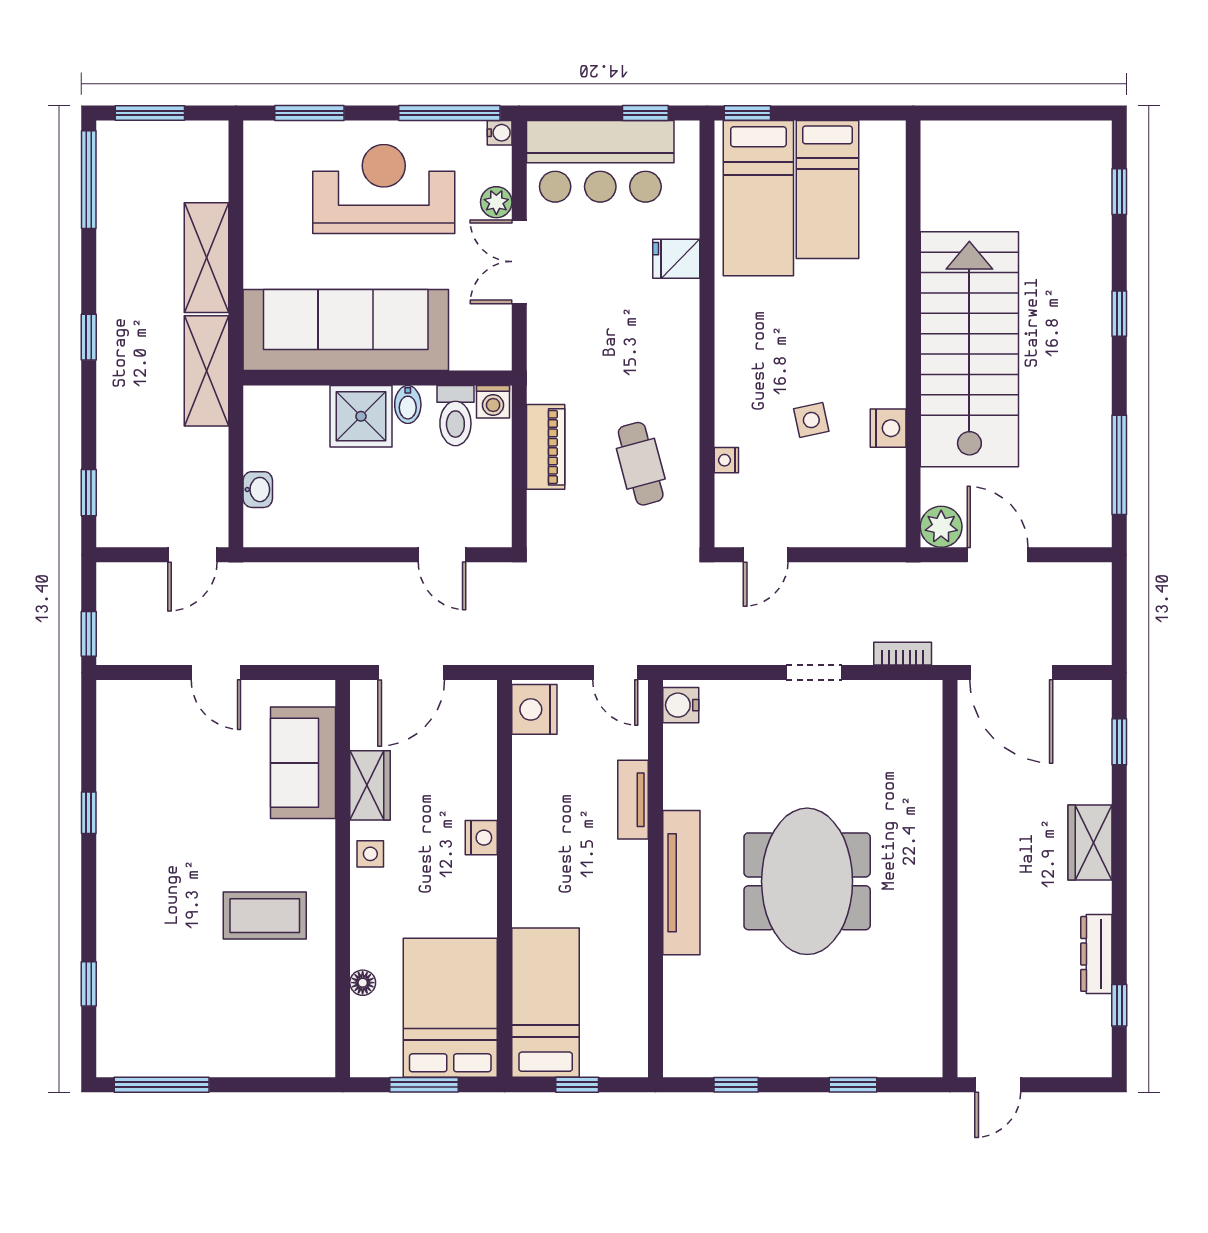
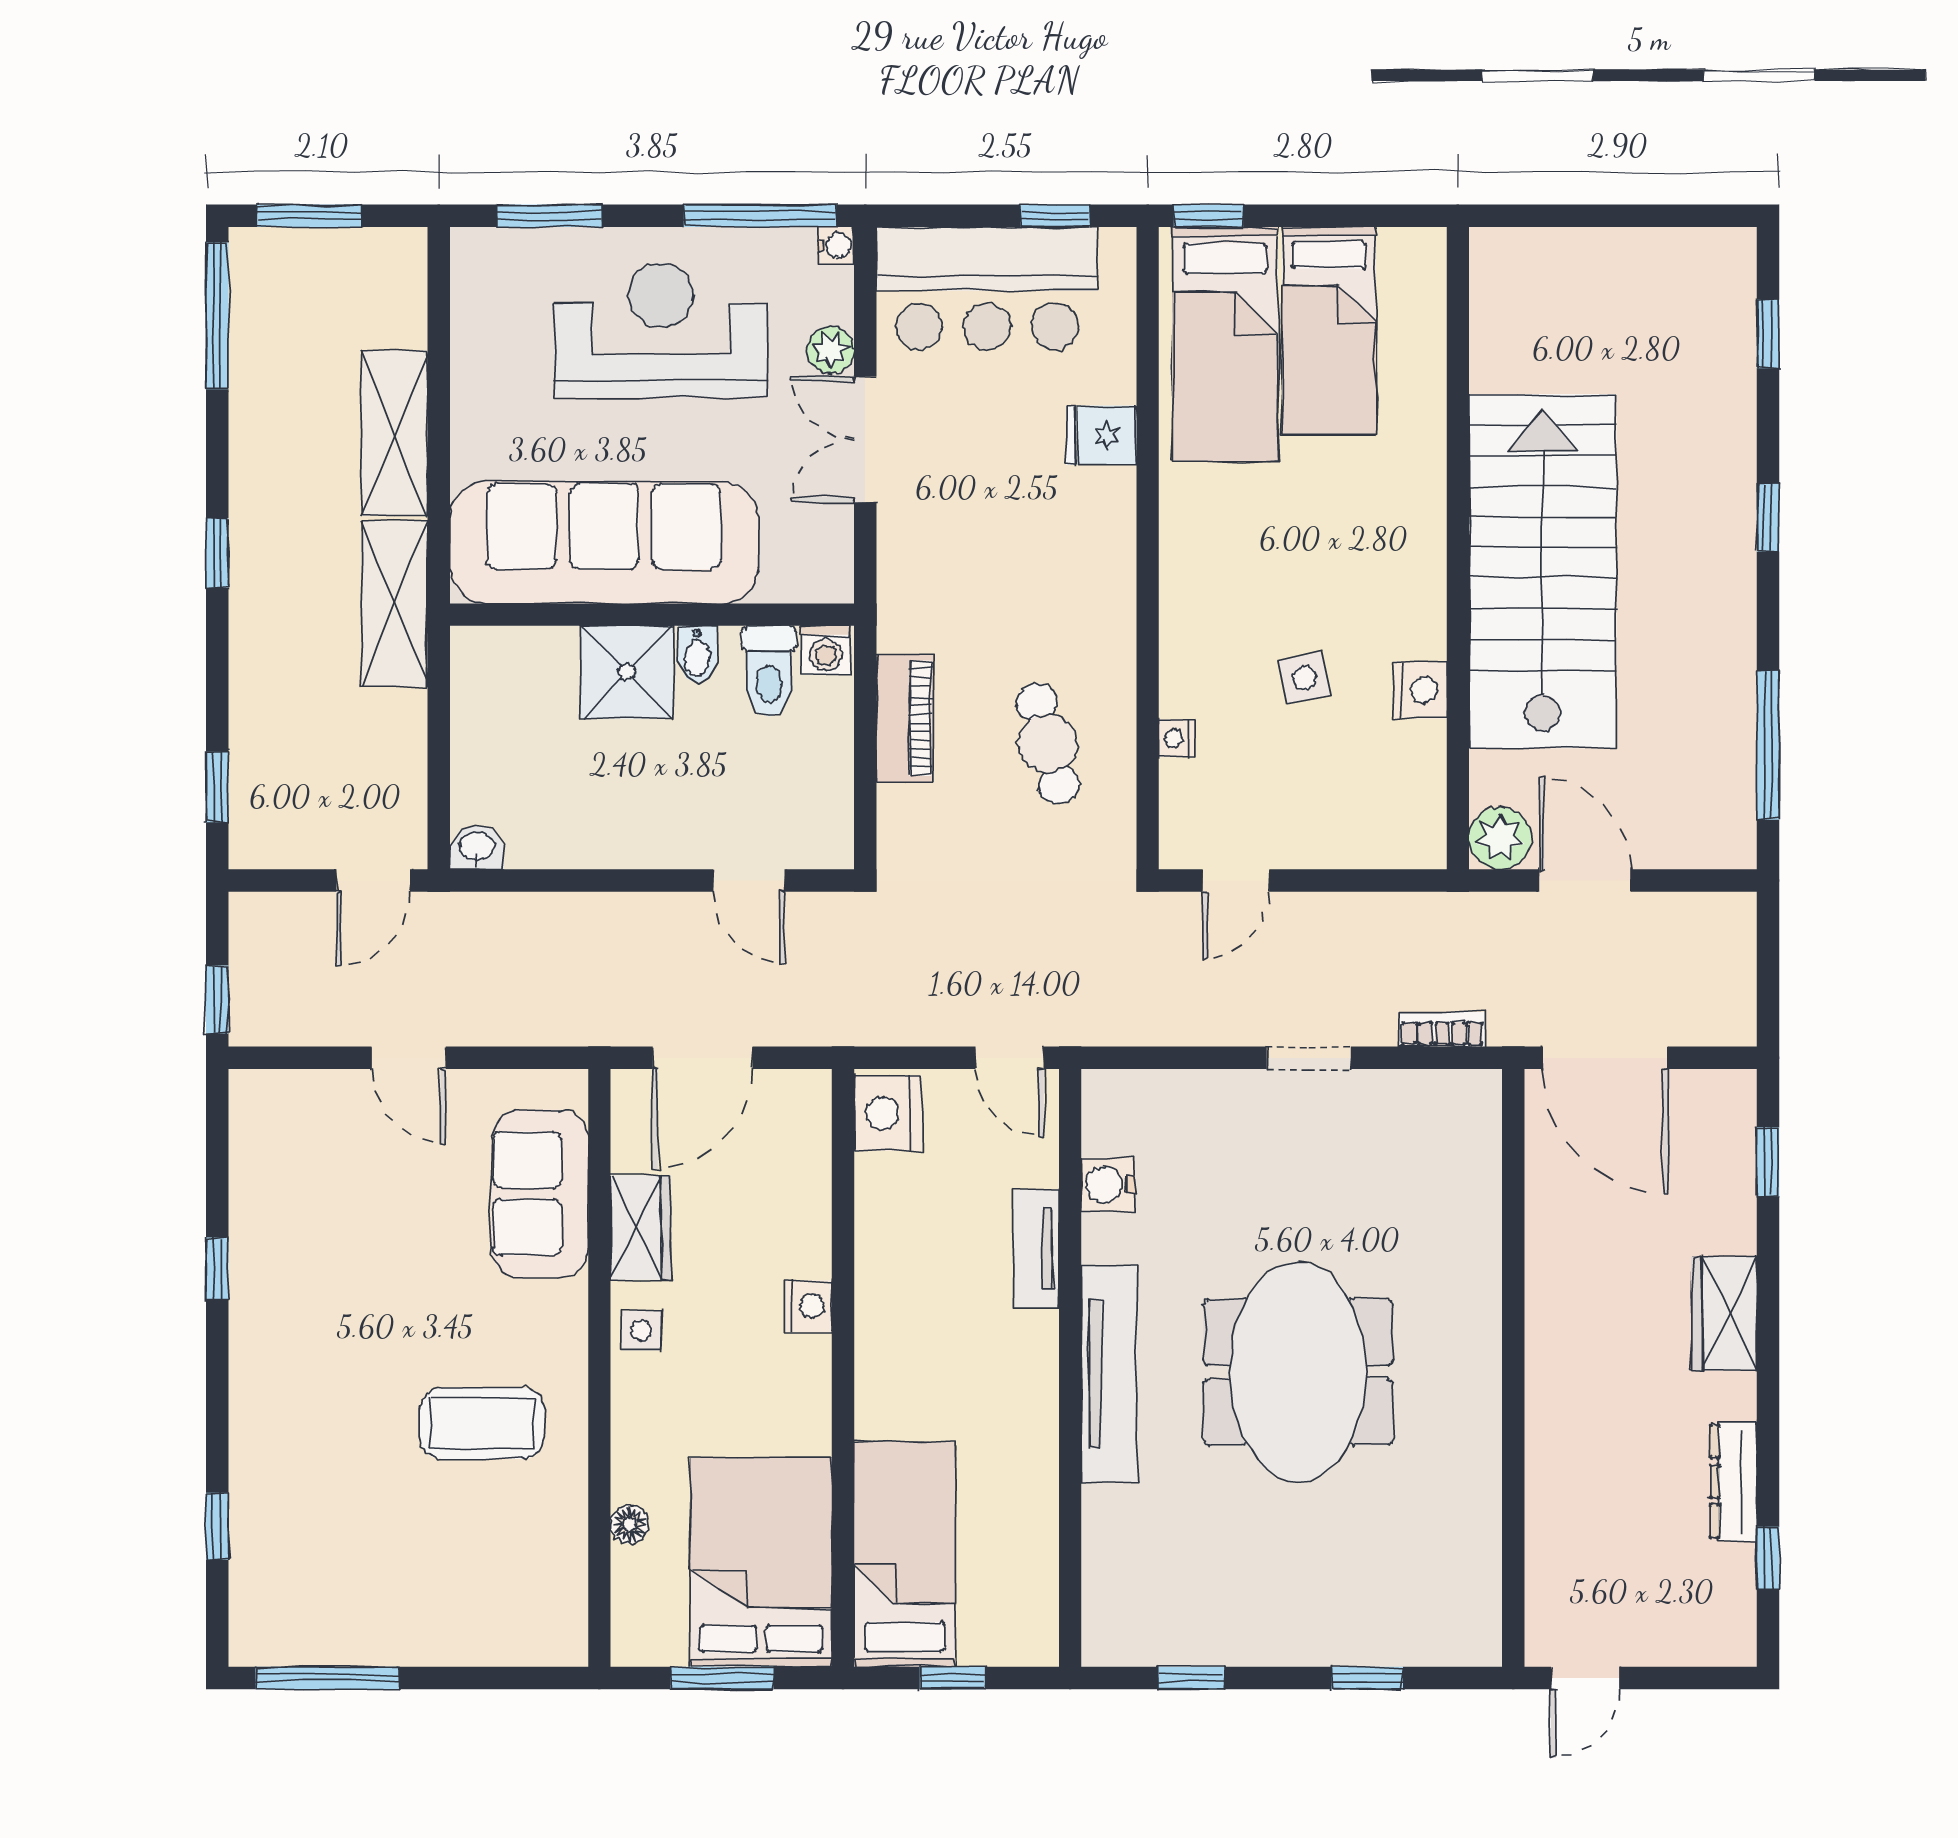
washbasin: (258, 490) -> (477, 847), moved, turned -90
water cooler: (681, 705) -> (1108, 1185), moved

